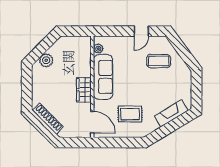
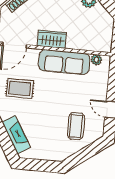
rug: (130, 114) -> (20, 88), turned 90

